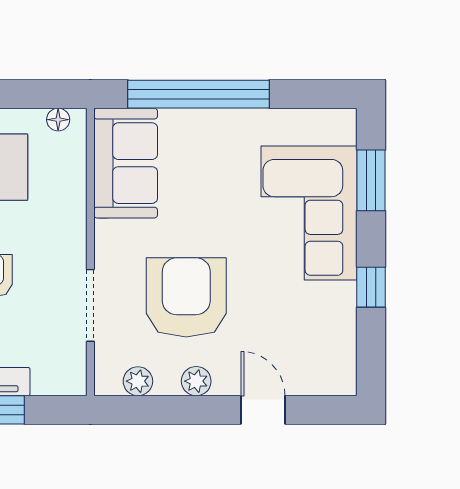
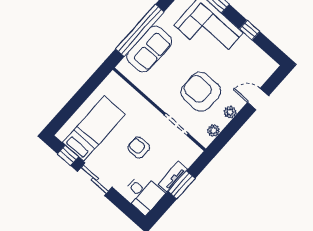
floor lamp: (58, 120) -> (108, 82), removed
sofa: (126, 163) -> (149, 49), moved, turned 90

